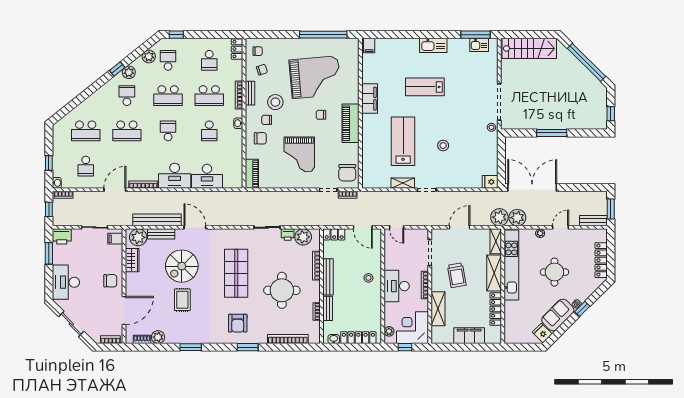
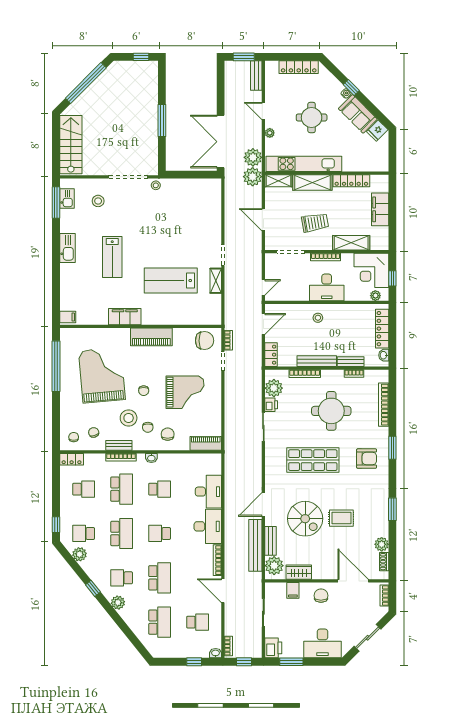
plant: (129, 72) -> (118, 602), moved
chair: (321, 115) -> (144, 391), moved
stool: (443, 146) -> (98, 201), moved
fridge: (490, 182) -> (214, 187), removed
filing cabinet: (115, 239) -> (293, 590), moved

